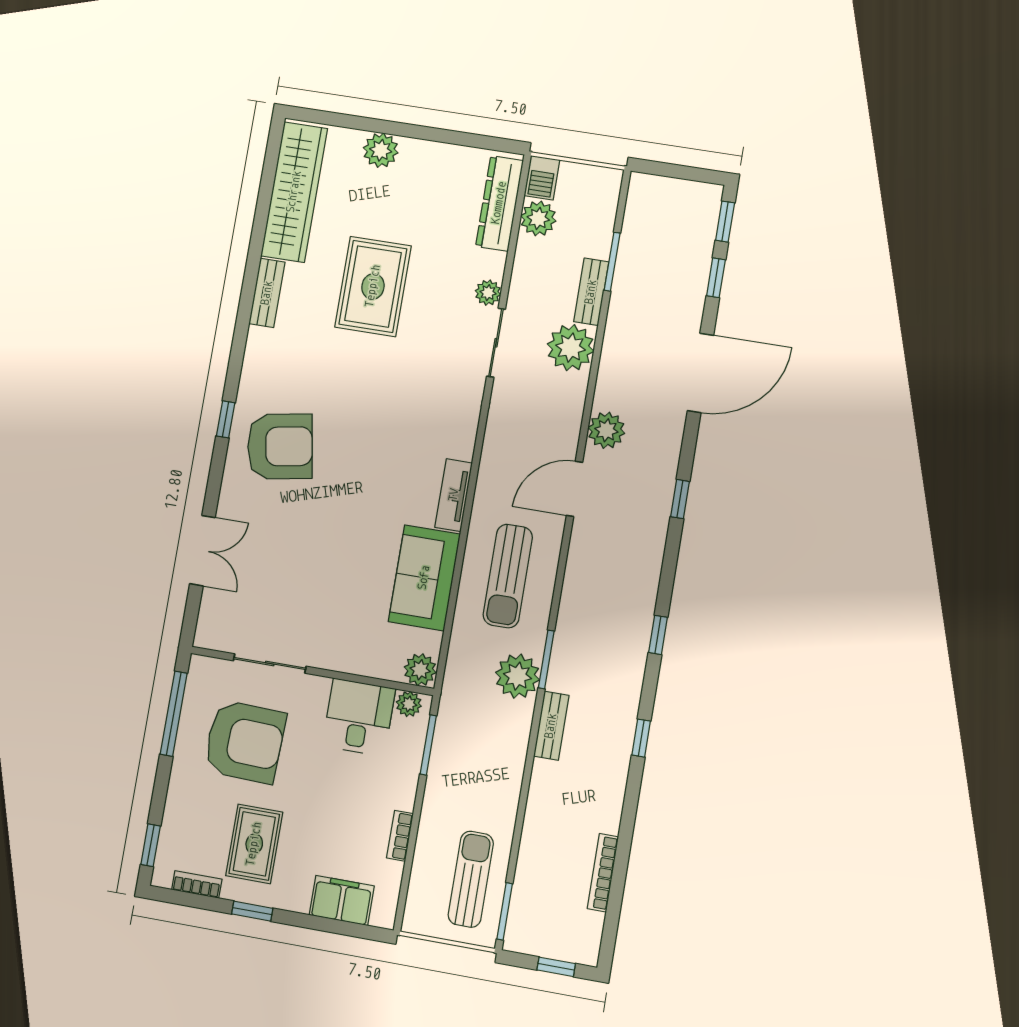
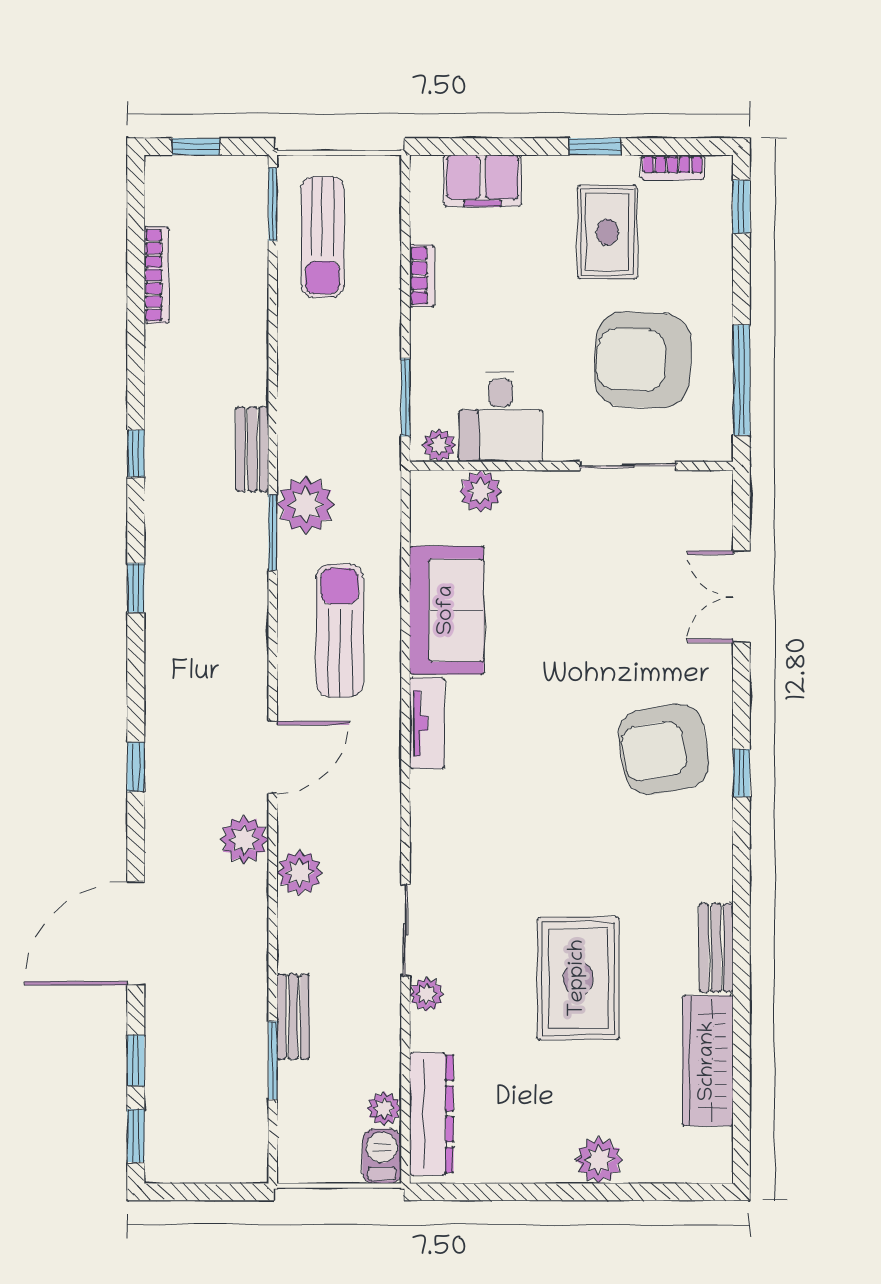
wardrobe: (294, 192) -> (708, 1061), width x0.71, depth x0.85
plant: (538, 218) -> (384, 1108), width x0.73, depth x0.73
plant: (571, 348) -> (300, 873), moved, width x0.73, depth x0.73
plant: (420, 670) -> (481, 491), moved

